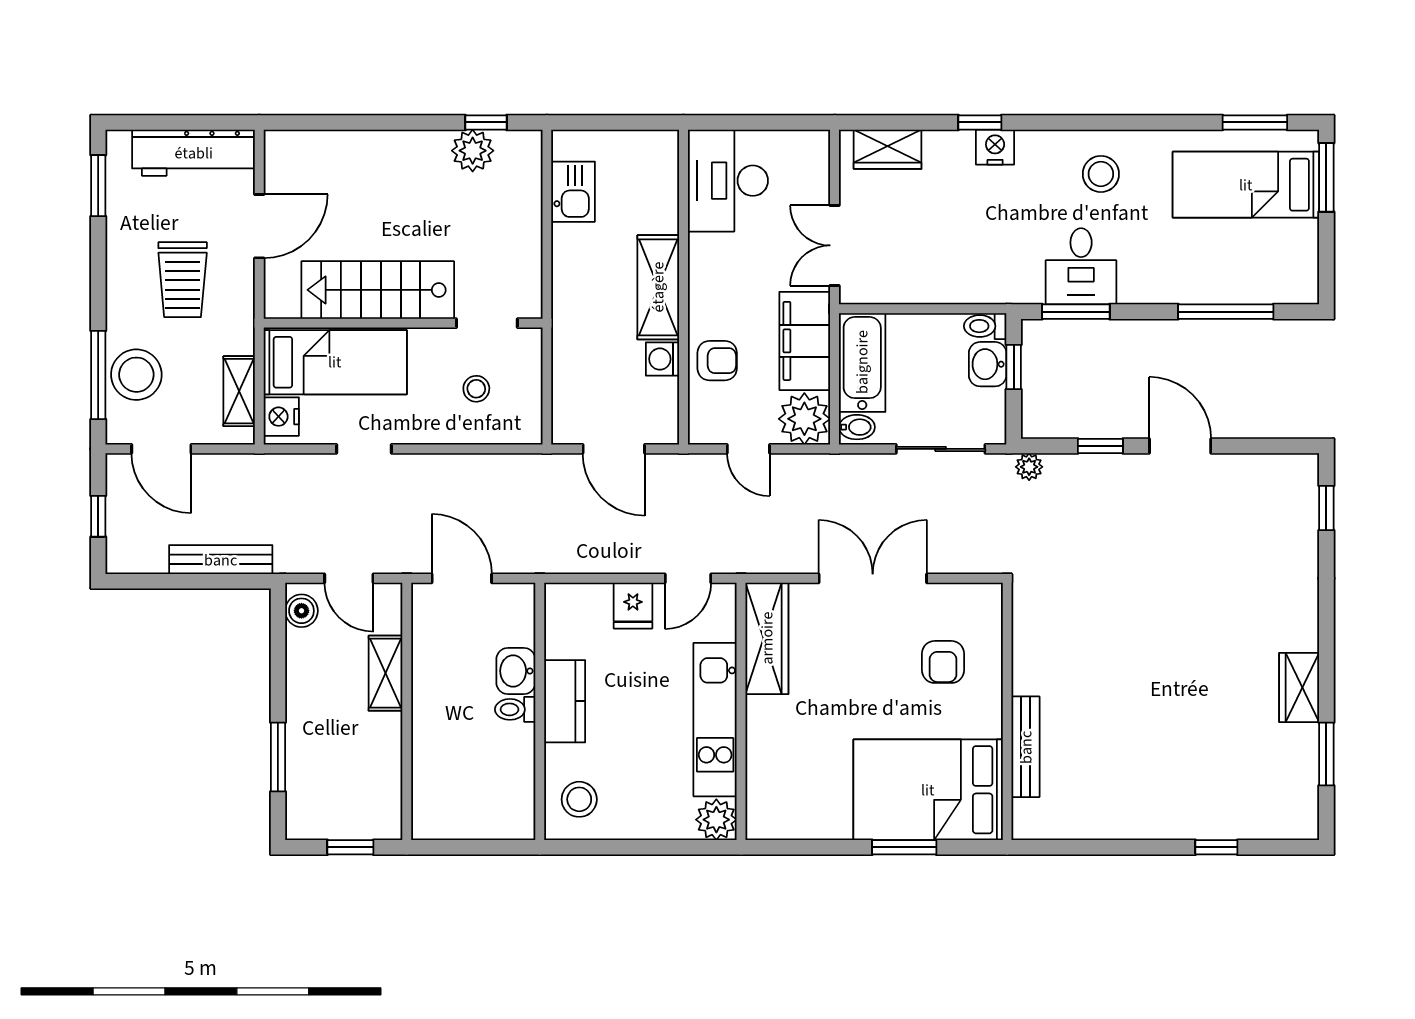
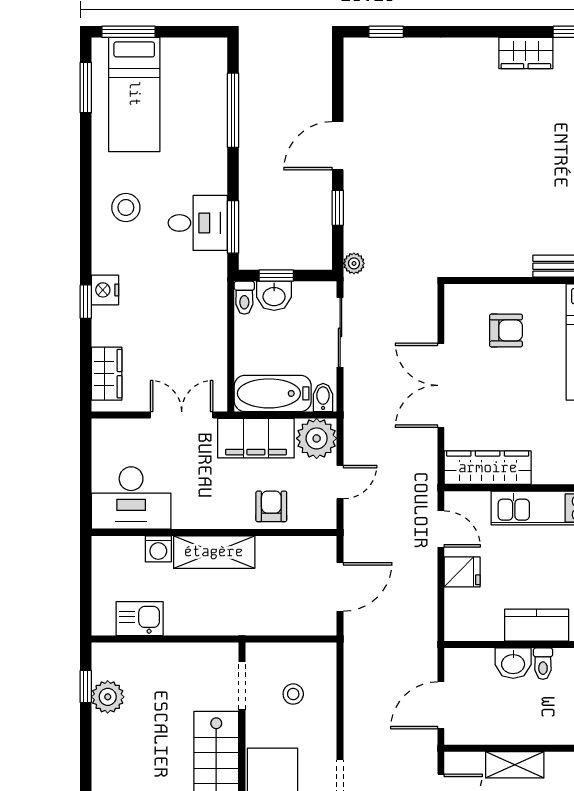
double door: (835, 245) -> (182, 415), swing flipped
washing machine: (663, 359) -> (158, 549), moved

